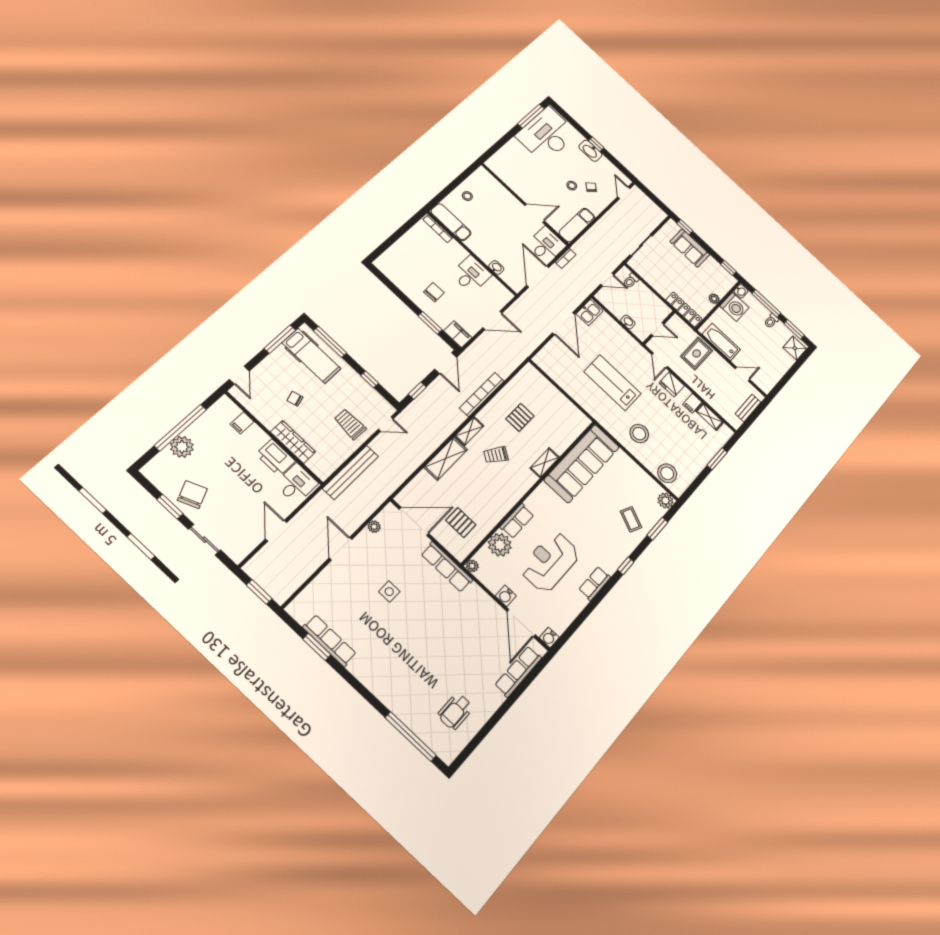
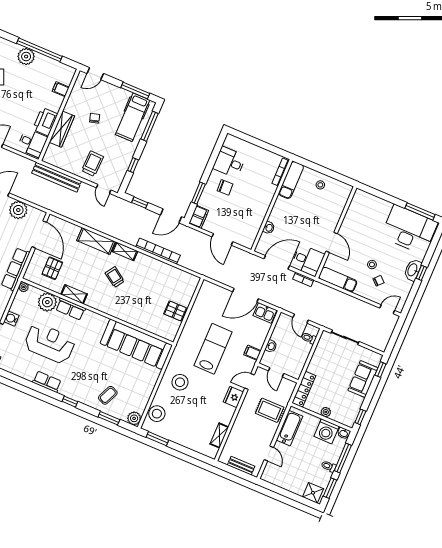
desk: (471, 274) -> (229, 162), moved, turned 180
filing cabinet: (692, 403) -> (252, 353), moved
pallet: (520, 417) -> (175, 311), moved
window: (717, 459) -> (157, 439), moved
shelving: (545, 463) -> (74, 294), moved
plant: (374, 527) -> (18, 210), width x1.88, depth x1.88

